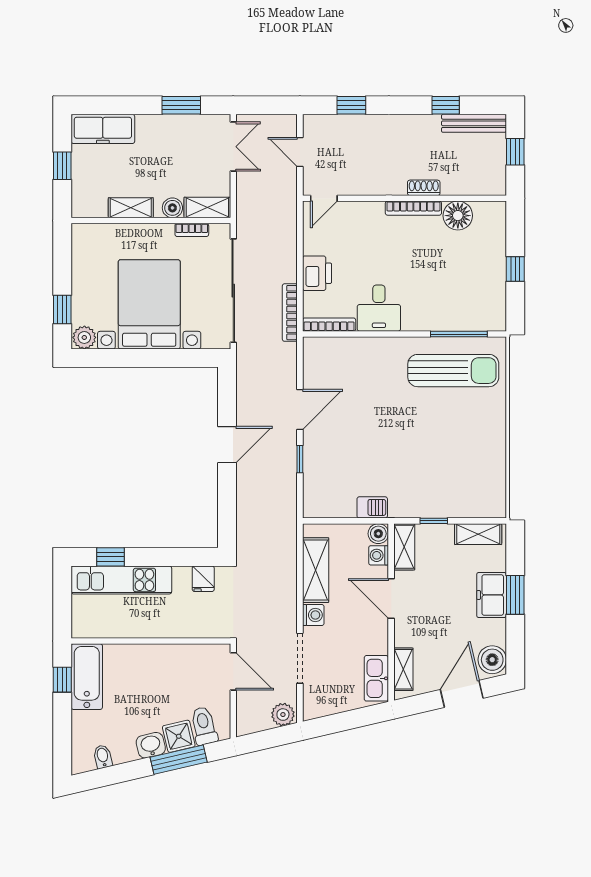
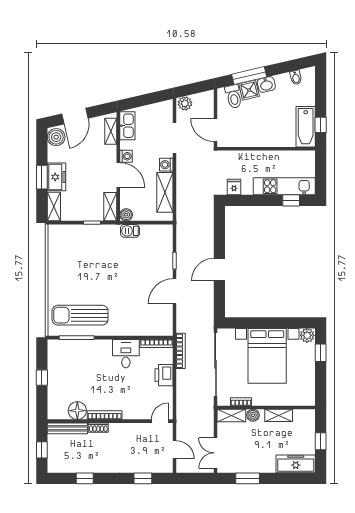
bench: (474, 123) -> (67, 428), moved
shelving: (478, 534) -> (54, 207), moved, turned 90
washing machine: (379, 555) -> (126, 156), moved

